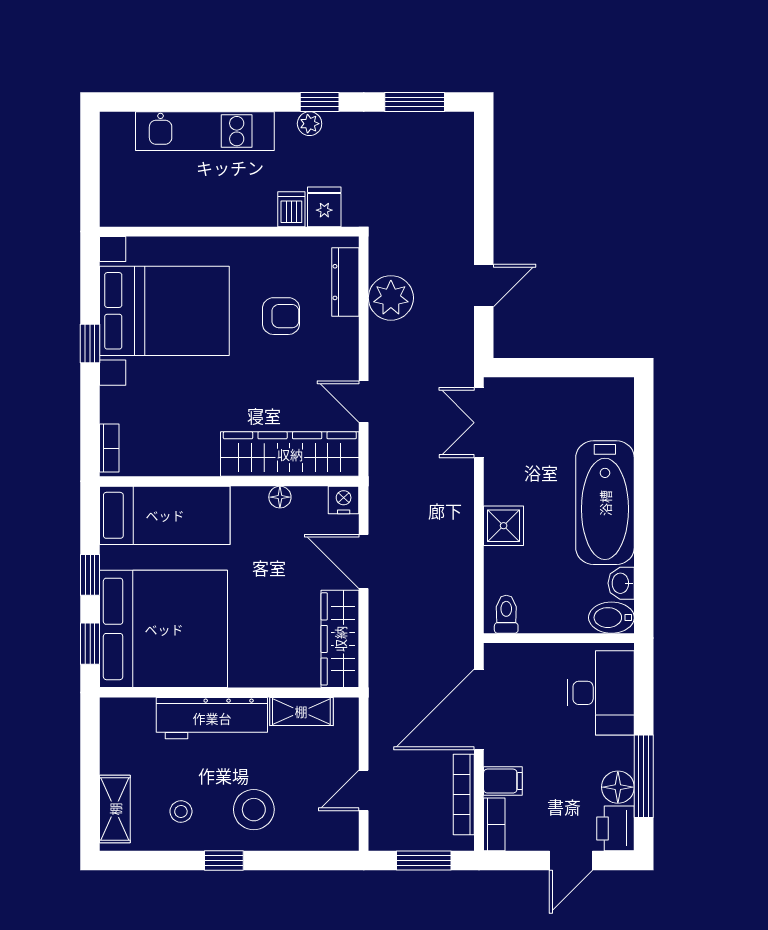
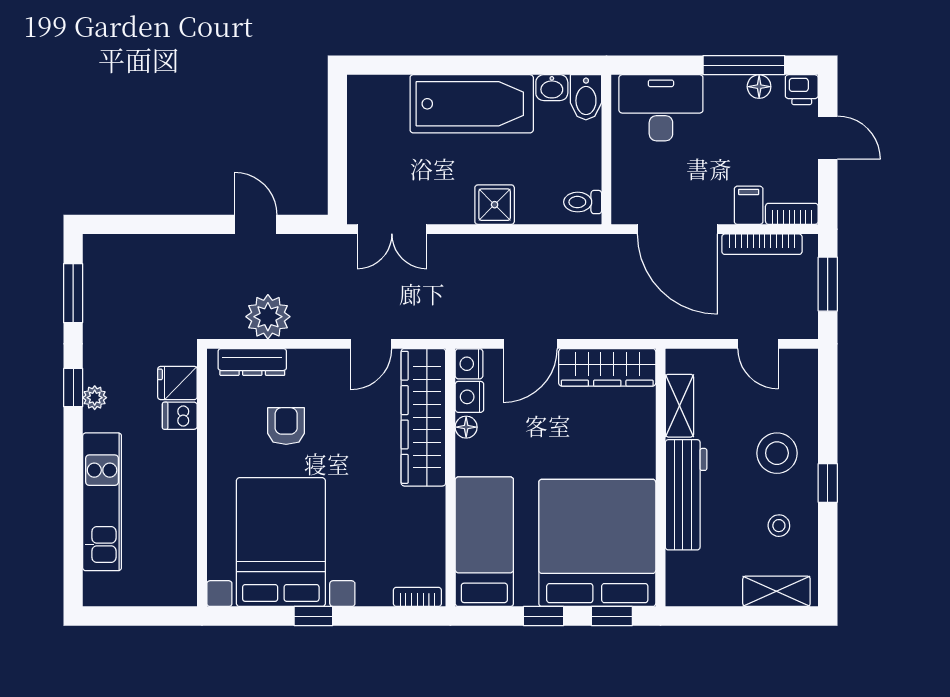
nightstand: (310, 500) -> (469, 397), added
floor lamp: (618, 787) -> (759, 87), width x0.73, depth x0.73
printer: (616, 828) -> (802, 90), width x0.73, depth x0.81

